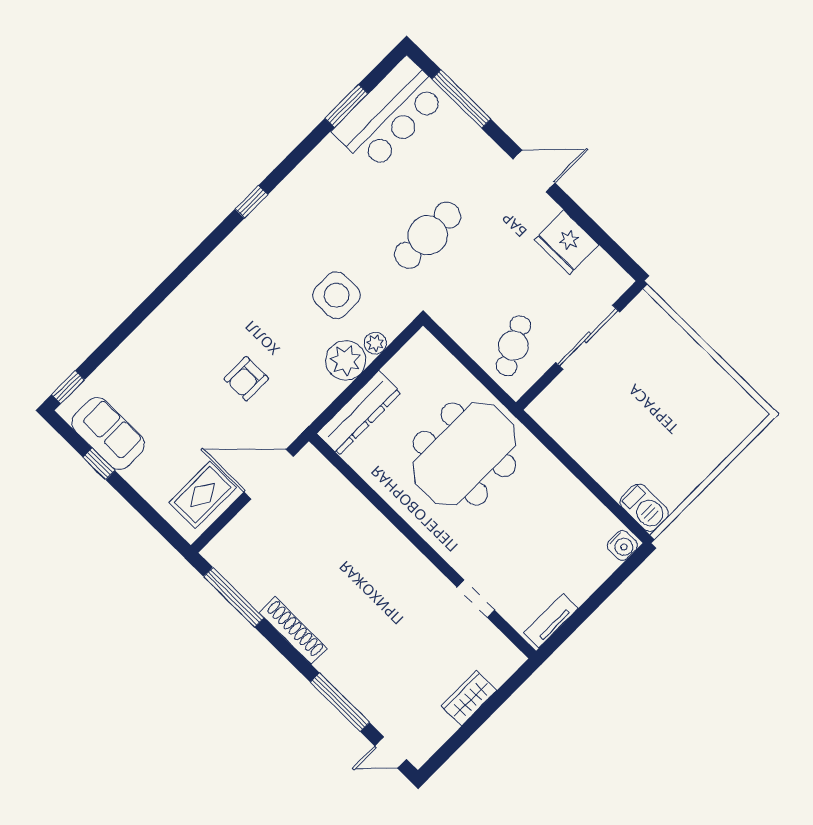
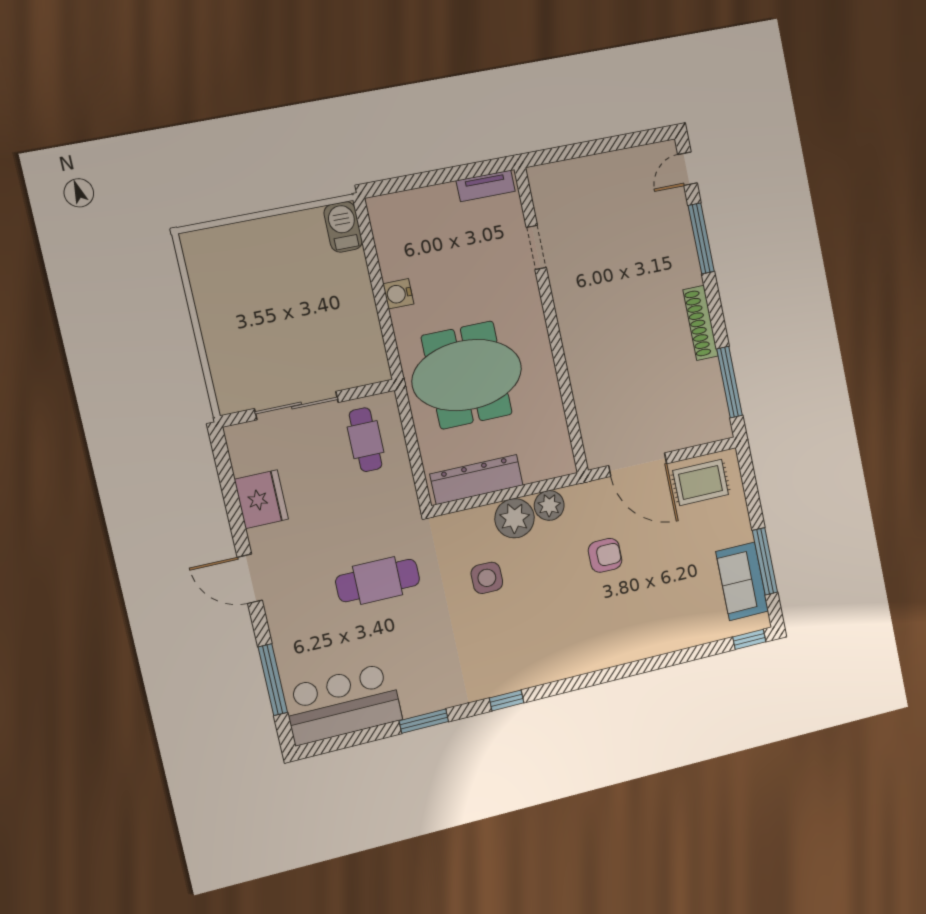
window: (346, 106) -> (424, 721), moved
side table: (336, 295) -> (487, 578), width x0.73, depth x0.73
plant: (375, 343) -> (549, 505), moved, width x1.38, depth x1.38
cafe table: (513, 346) -> (366, 440), turned -64
dresser: (359, 413) -> (477, 480), moved
window: (99, 464) -> (765, 561), width x2.17
water cooler: (622, 545) -> (398, 294), moved, turned -90
wardrobe: (469, 698) -> (596, 169), removed
door: (391, 753) -> (687, 169), swing flipped

